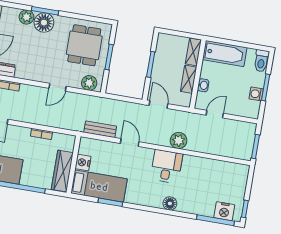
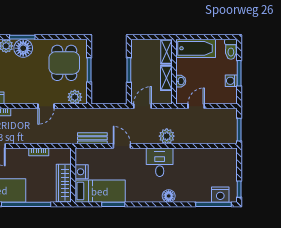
door: (159, 105) -> (143, 106), hinge flipped

